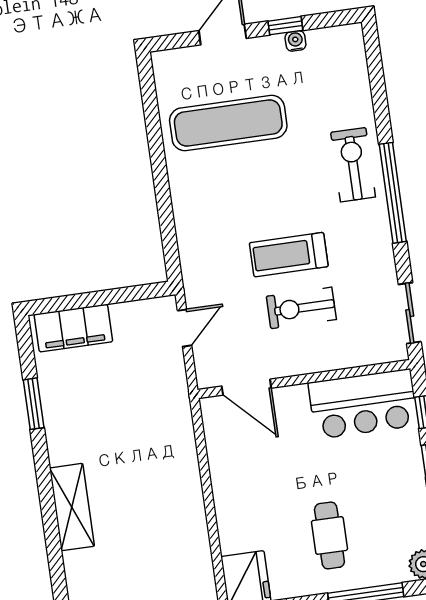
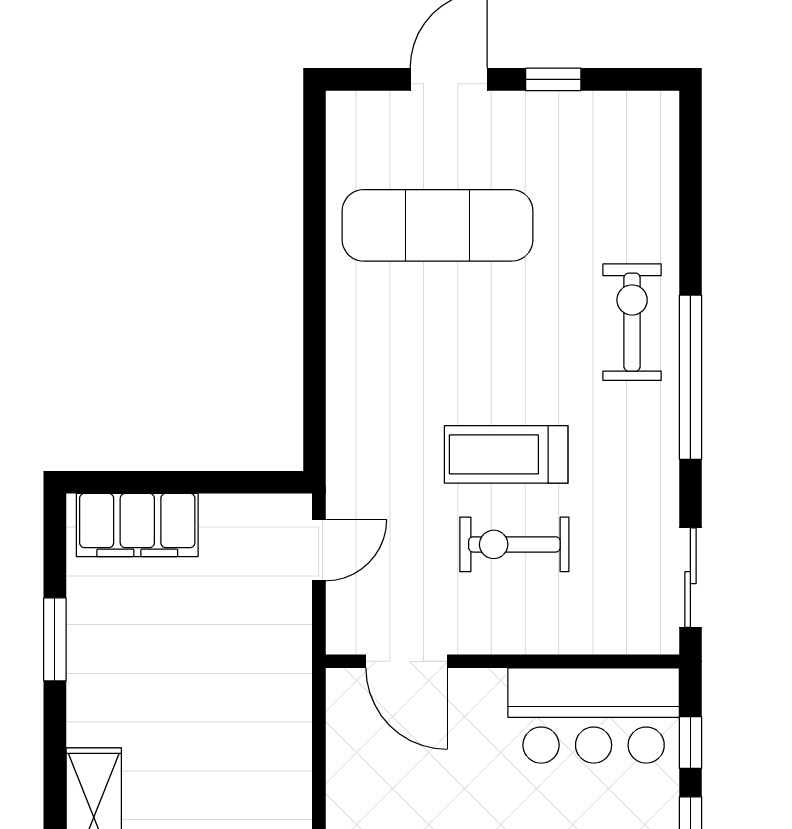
water cooler: (295, 41) -> (566, 107), removed

